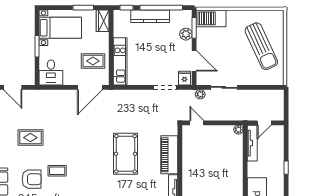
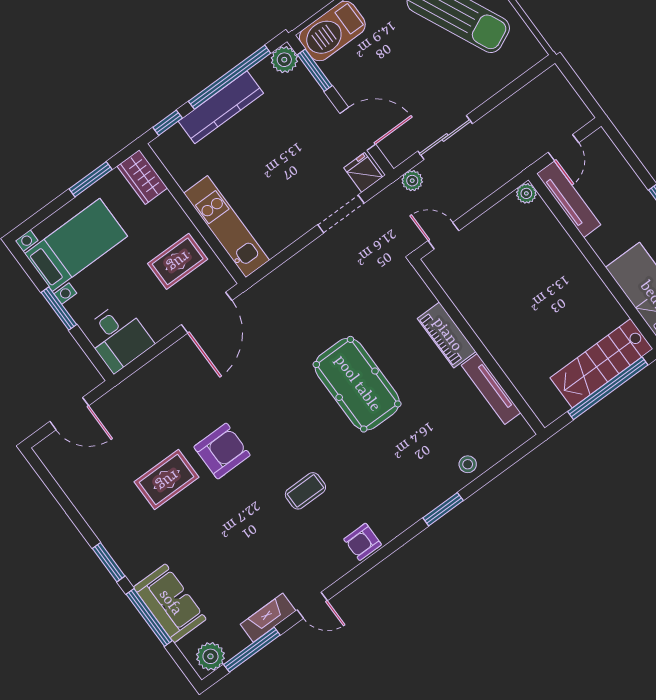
plant: (186, 34) -> (284, 60), moved
piano: (169, 155) -> (447, 335), width x0.73, depth x0.75
coffee table: (57, 171) -> (305, 491), moved
armchair: (32, 179) -> (222, 451), moved

